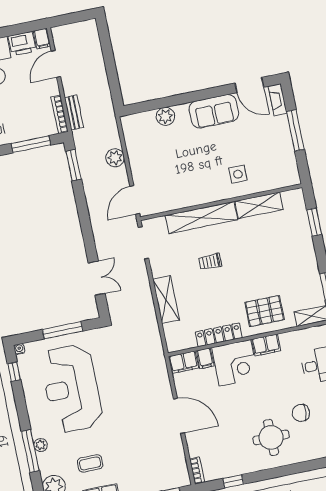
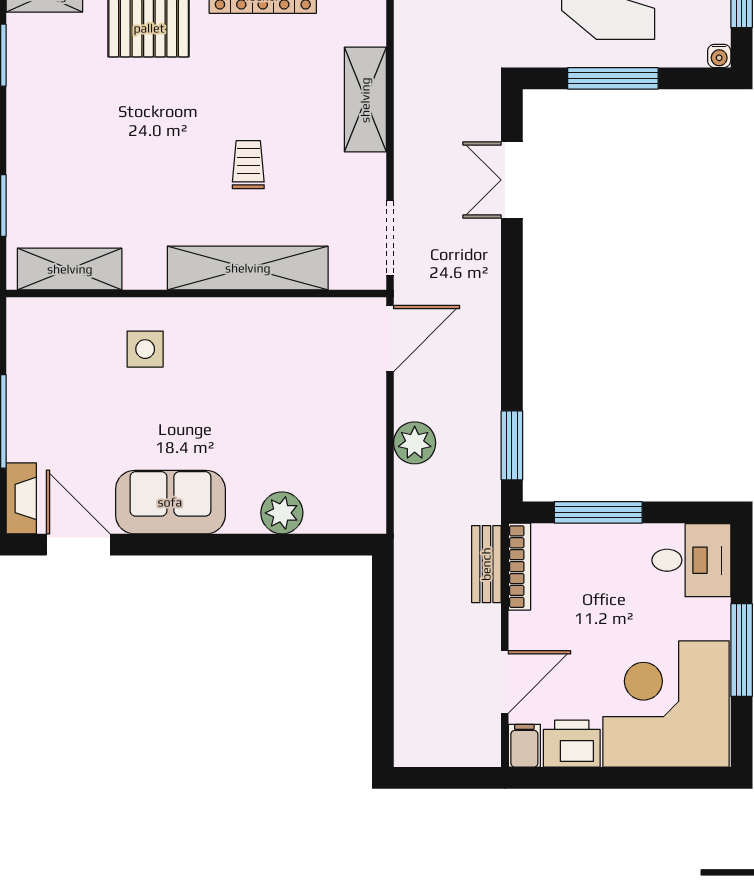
shelving: (259, 205) -> (70, 269), moved
trolley: (210, 262) -> (248, 165), turned -90

